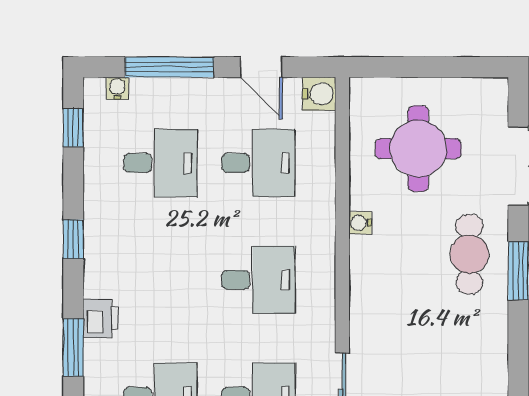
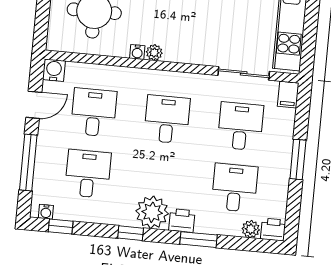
water cooler: (117, 88) -> (46, 212), moved, turned -90
plant: (362, 250) -> (154, 53), added
plant: (109, 270) -> (152, 212), added

